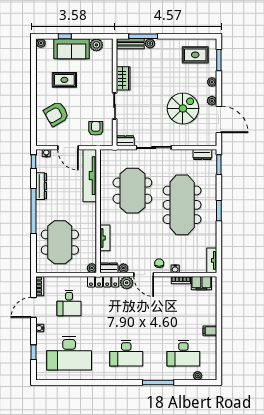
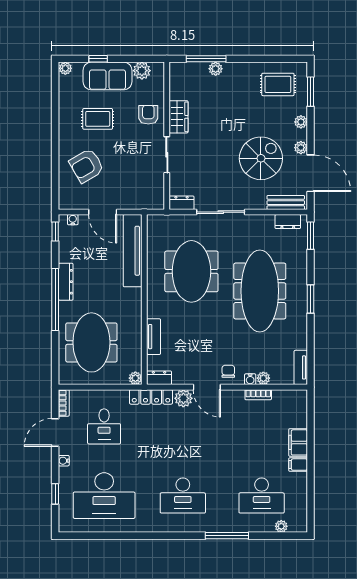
bench: (130, 44) -> (286, 203), moved
armchair: (96, 128) -> (148, 115), moved
dresser: (41, 186) -> (66, 282), moved
plant: (123, 268) -> (263, 378), moved
filing cabinet: (201, 283) -> (298, 442), moved, turned 90

